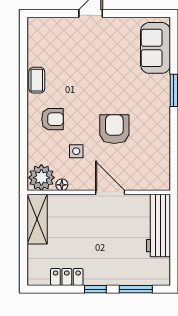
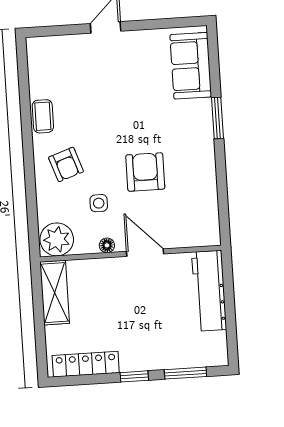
armchair: (52, 119) -> (66, 164), turned 71
floor lamp: (62, 185) -> (107, 245), moved
locker: (67, 277) -> (86, 364), width x1.53

